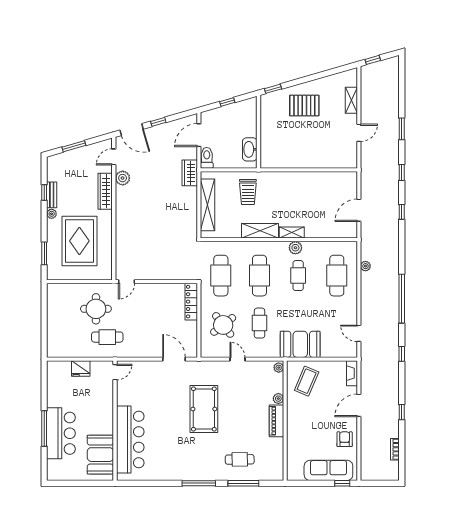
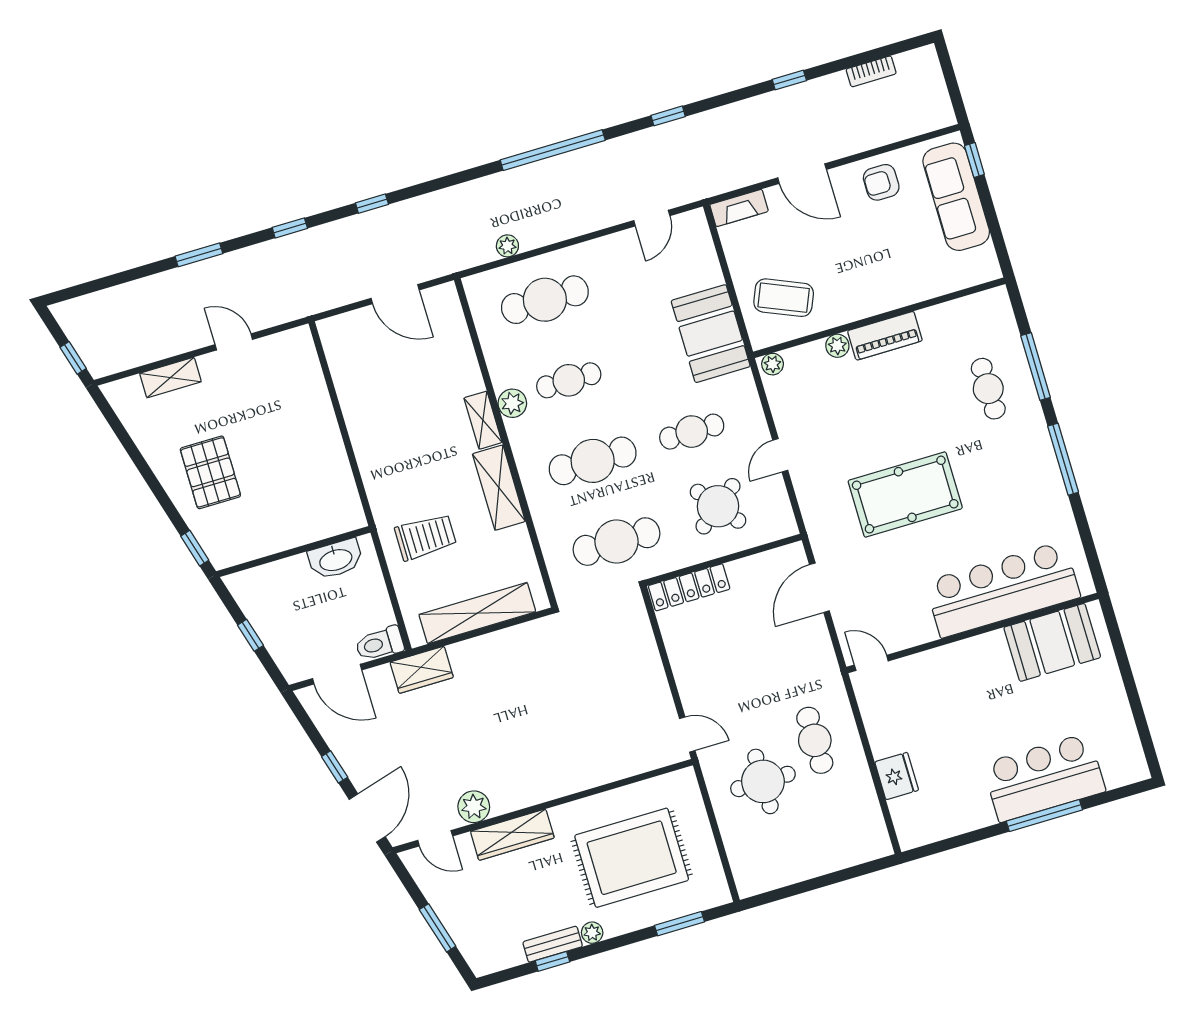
door: (115, 372) -> (871, 663), moved
wall: (115, 421) -> (973, 633), moved
bar counter: (130, 440) -> (1002, 589), moved
booth: (100, 455) -> (1052, 642), moved

